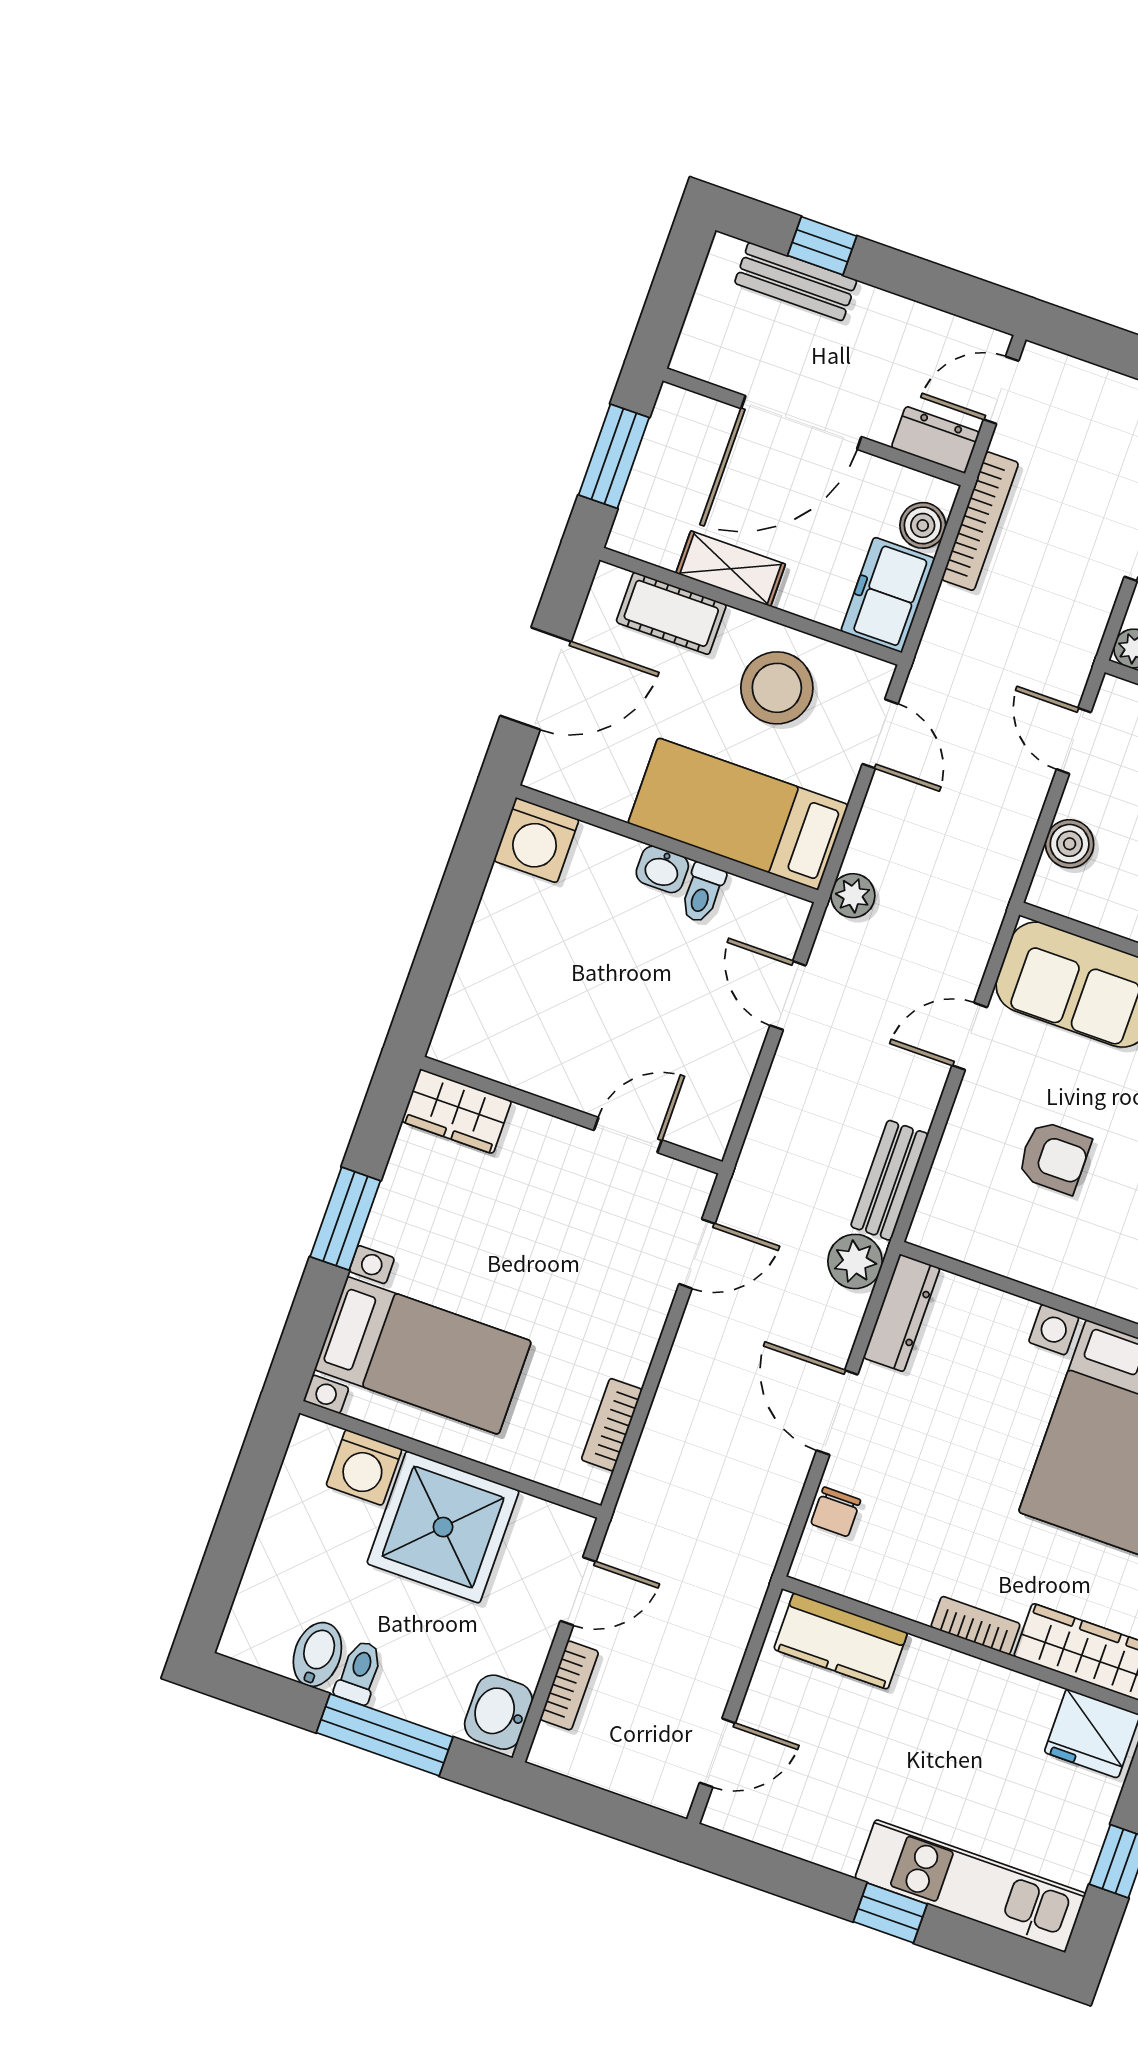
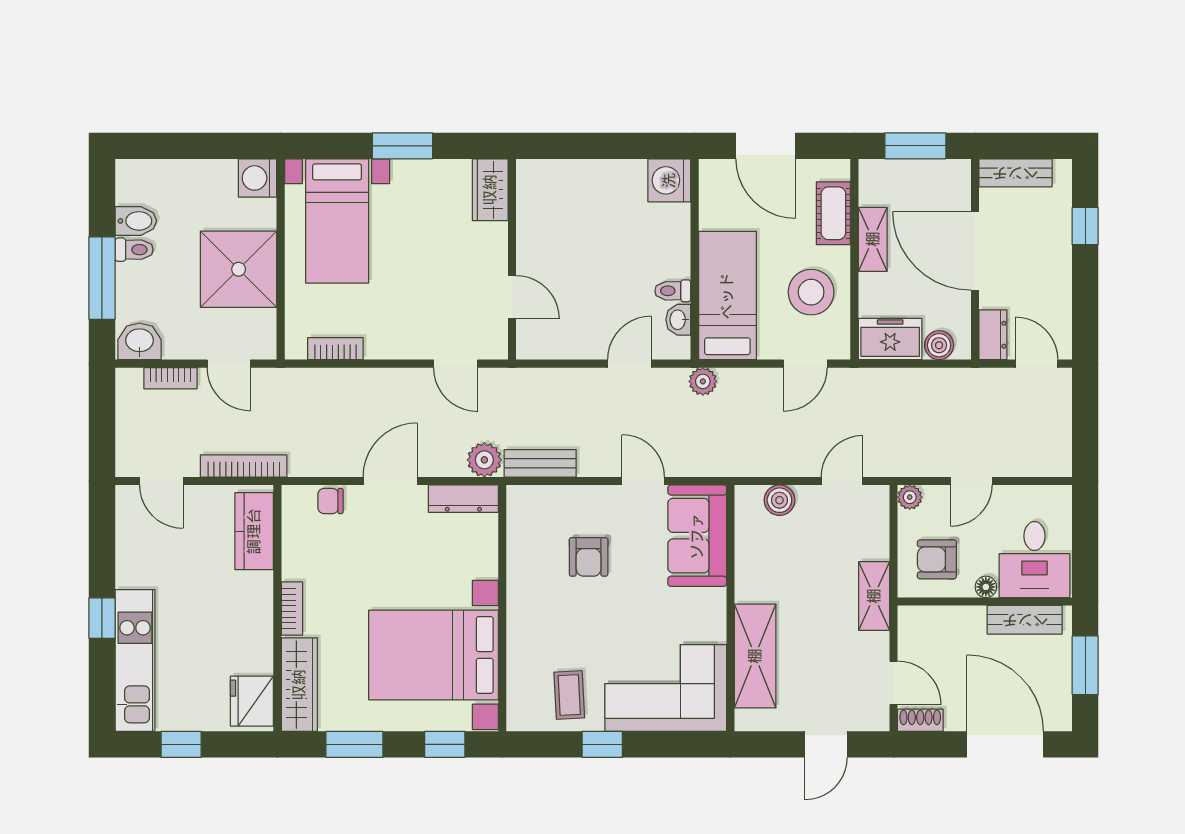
bench: (796, 282) -> (1015, 173), moved, turned 90
bookcase: (980, 521) -> (244, 466), moved, turned 180
washbasin: (662, 869) -> (678, 320), moved
washing machine: (364, 1467) -> (258, 178), moved

